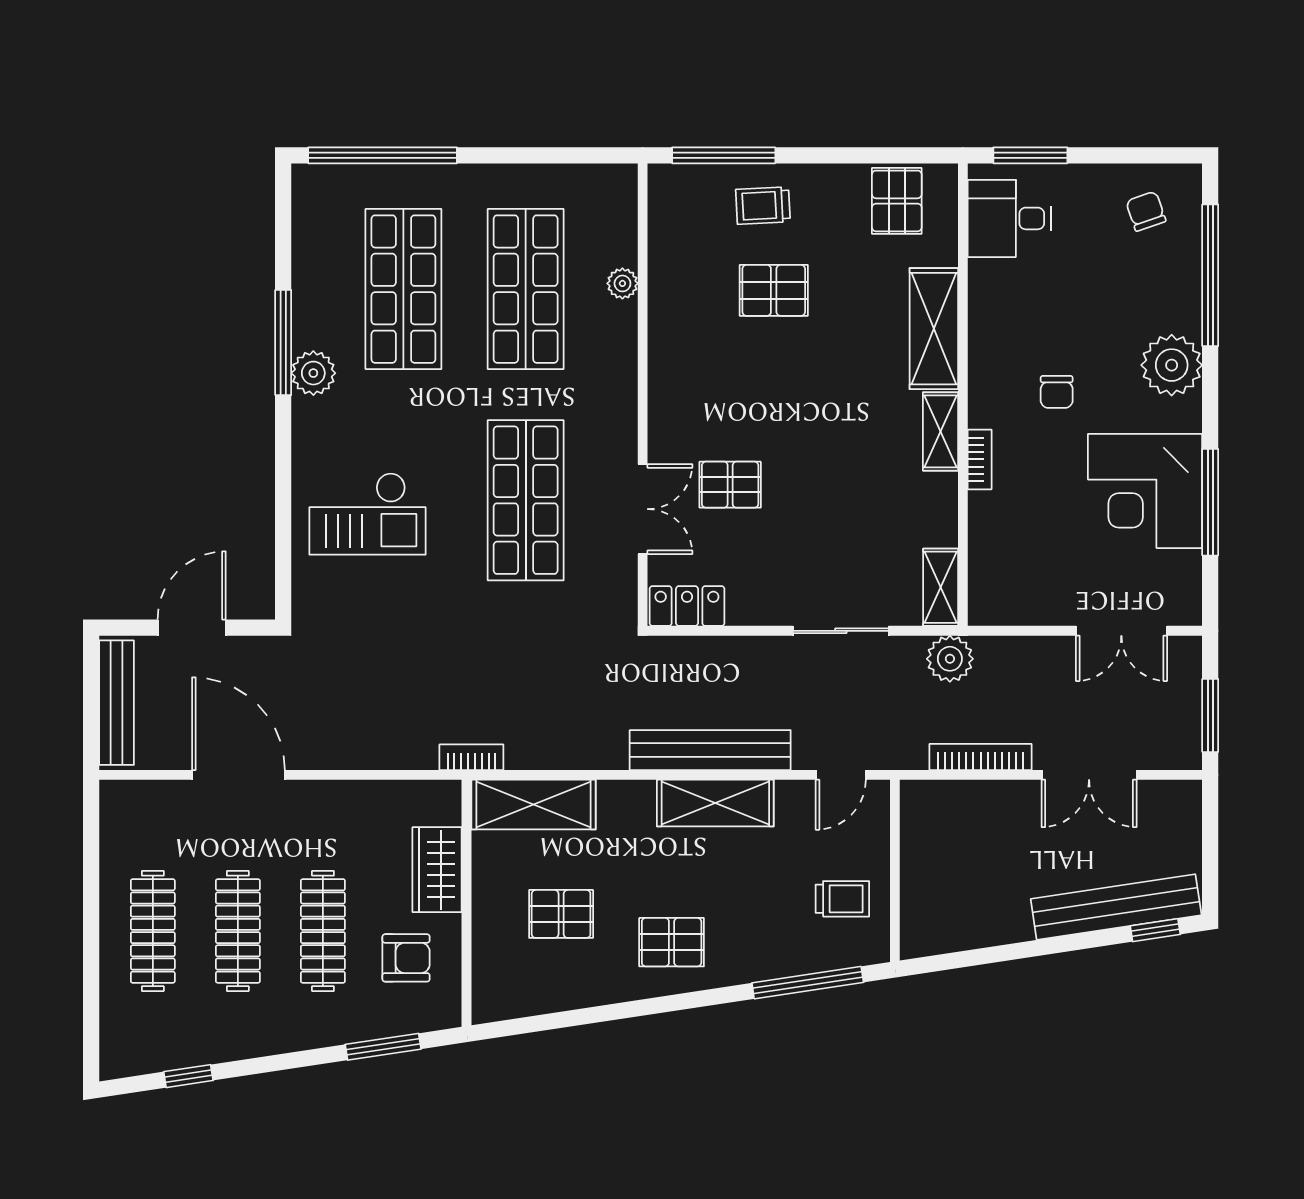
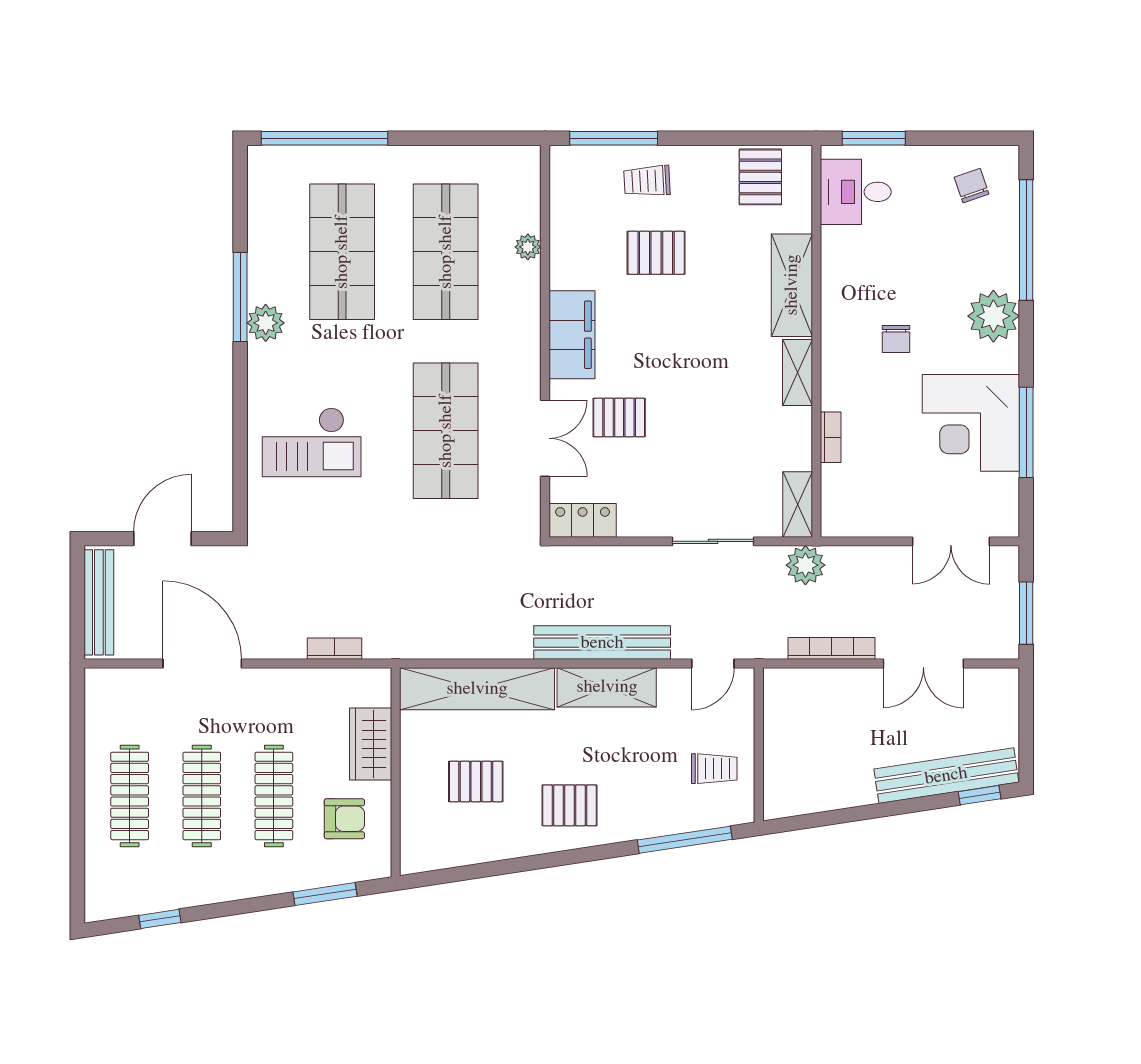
filing cabinet: (674, 387) -> (572, 335), added
bookcase: (980, 459) -> (831, 437), moved
bookcase: (471, 757) -> (334, 649), moved
shelving: (533, 805) -> (477, 689), width x1.47

